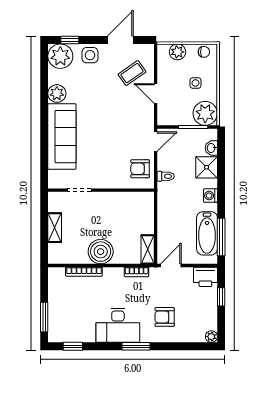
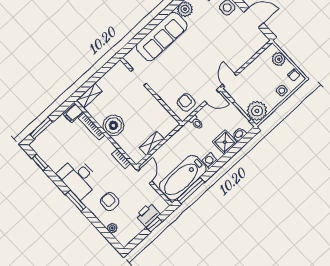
coffee table: (132, 73) -> (240, 43), removed
side table: (195, 83) -> (282, 91), moved
door: (156, 93) -> (230, 80), moved
shelving: (55, 228) -> (89, 95), moved
bathtub: (207, 233) -> (183, 178), width x1.36, depth x1.36
shelving: (148, 249) -> (152, 143), moved
door: (171, 266) -> (145, 176), hinge flipped
filing cabinet: (57, 277) -> (73, 113), added
printer: (205, 277) -> (148, 215), moved, turned 90
plant: (211, 337) -> (112, 228), moved

